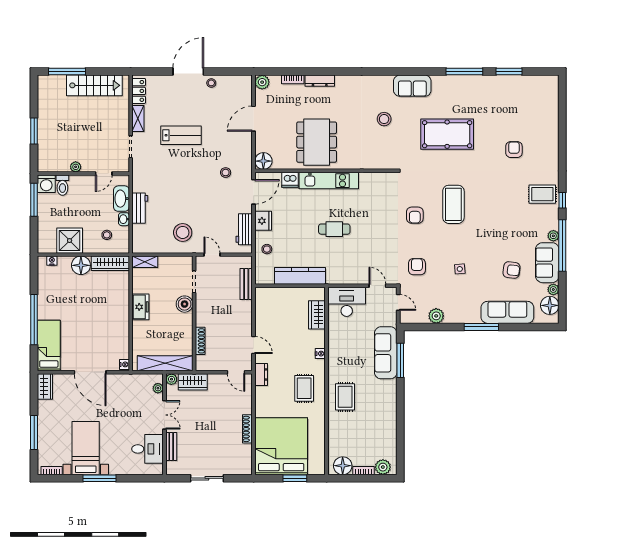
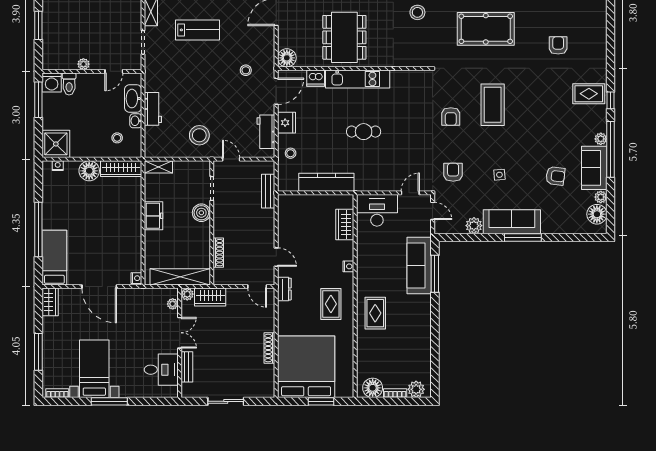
shower: (70, 241) -> (56, 144), moved
door: (377, 286) -> (410, 193), hinge flipped
sofa: (507, 312) -> (512, 222), moved

